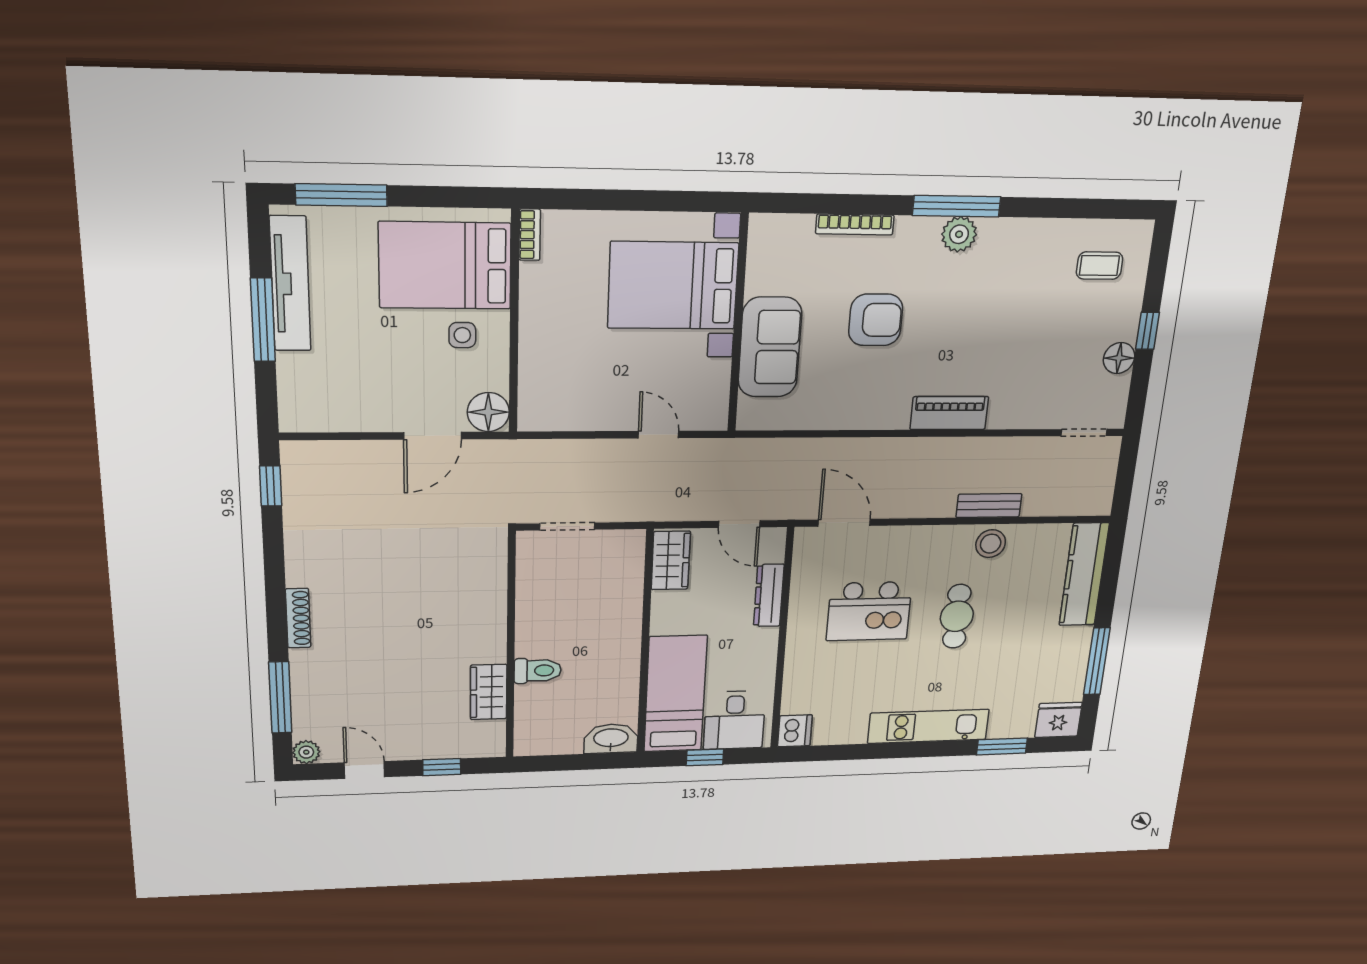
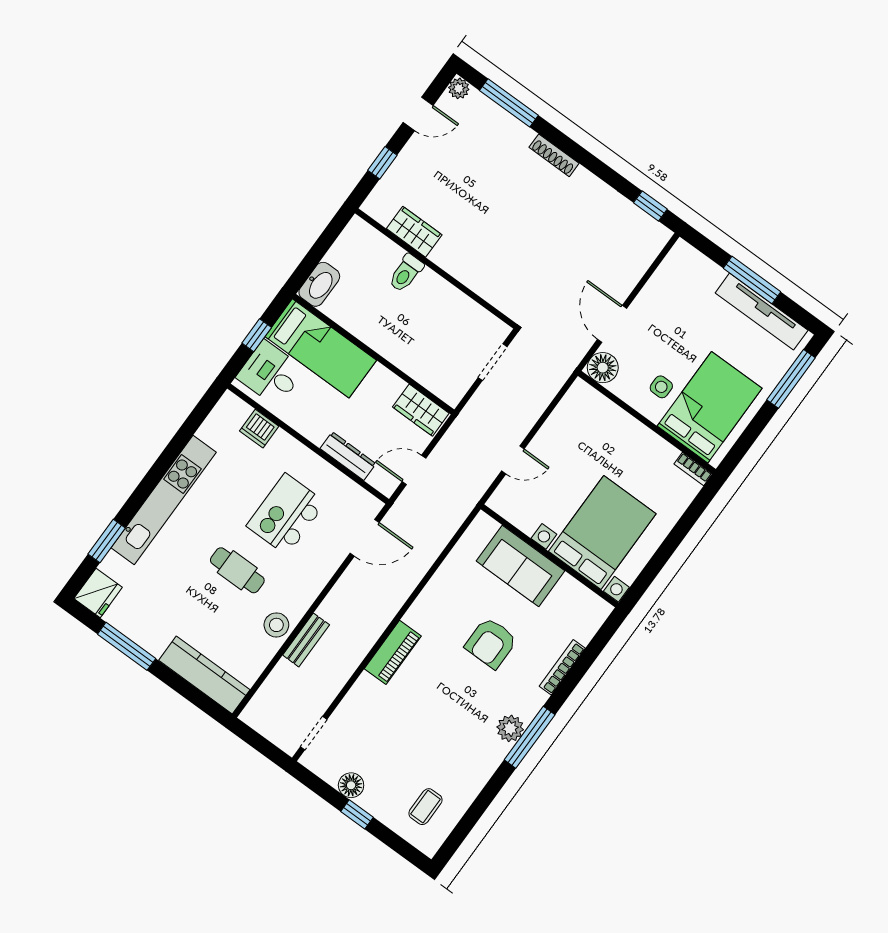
kitchen unit: (928, 726) -> (164, 500), width x1.36
dishwasher: (795, 731) -> (259, 429), moved

